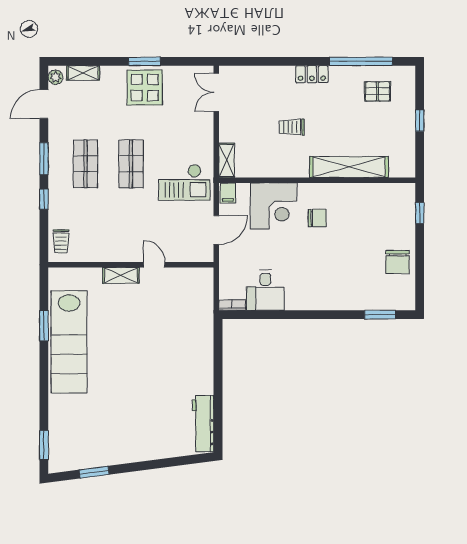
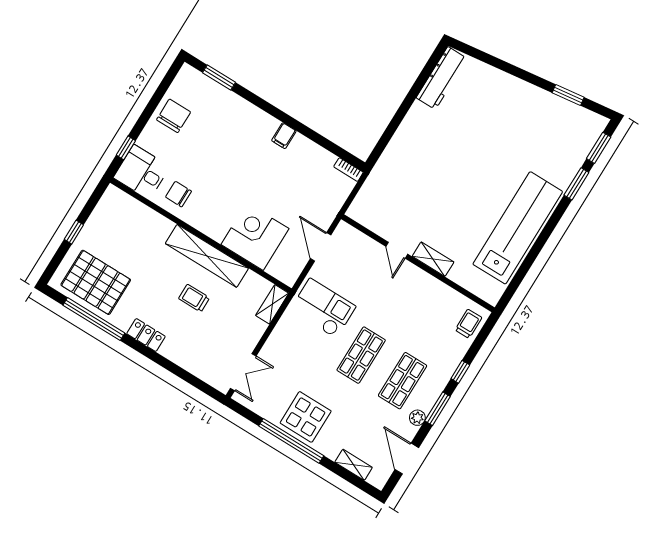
window: (144, 61) -> (291, 441), width x2.11
plant: (55, 77) -> (417, 418), moved
pallet: (378, 91) -> (96, 282), width x2.05, depth x2.00
door: (44, 104) -> (407, 459), swing flipped
trolley: (292, 127) -> (194, 298), turned 180
shelving: (349, 167) -> (207, 256), moved
filing cabinet: (228, 193) -> (284, 136), moved, turned 180
chair: (317, 218) -> (179, 194), moved
door: (216, 230) -> (321, 247), hinge flipped
desk: (265, 290) -> (142, 172), moved, turned -90
window: (44, 326) -> (576, 184), moved

